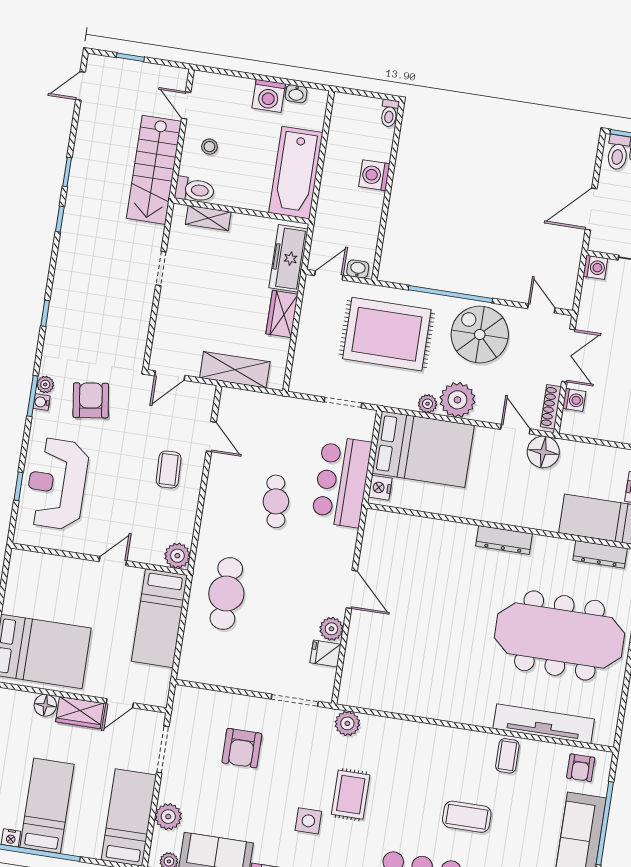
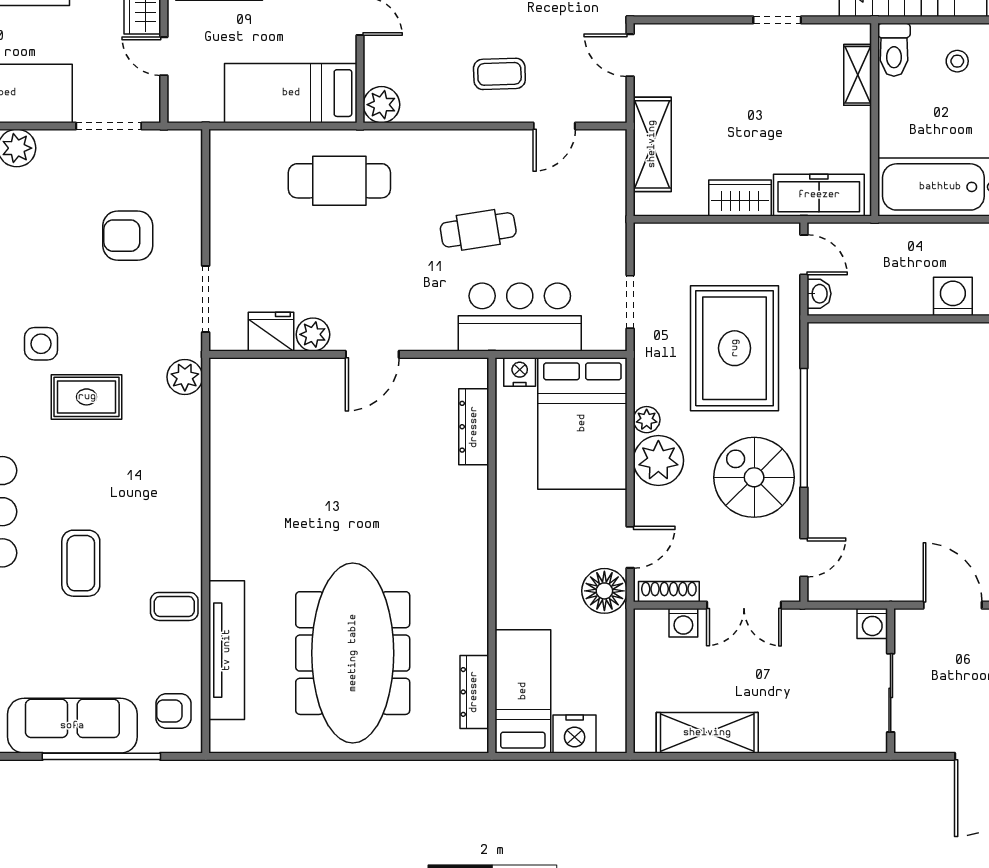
spiral stairs: (480, 334) -> (754, 477), turned -90
dresser: (504, 540) -> (474, 427), moved
fridge: (325, 653) -> (271, 332), width x1.38

